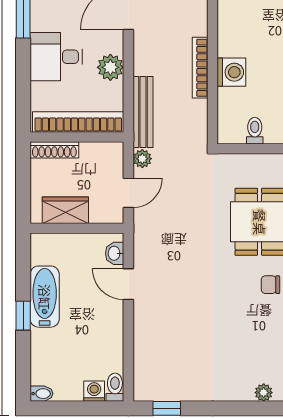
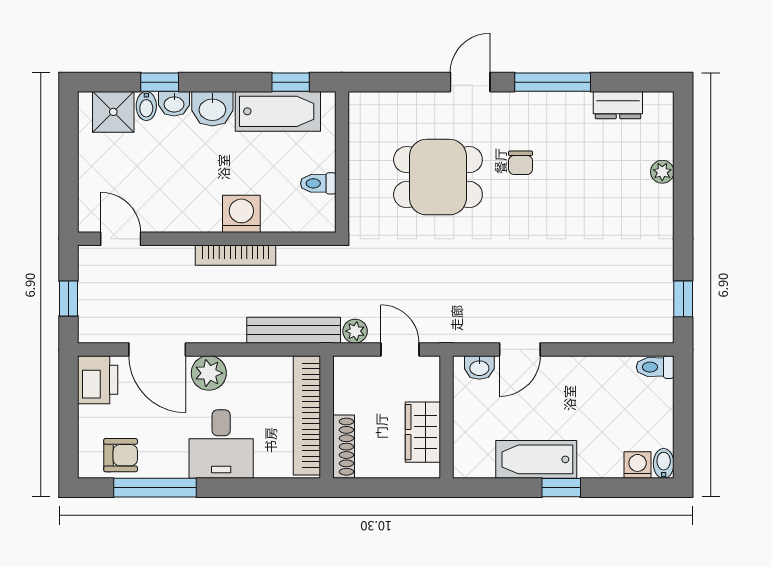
plant: (110, 67) -> (209, 373), moved
washing machine: (94, 391) -> (638, 465), moved, turned 90

